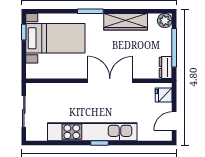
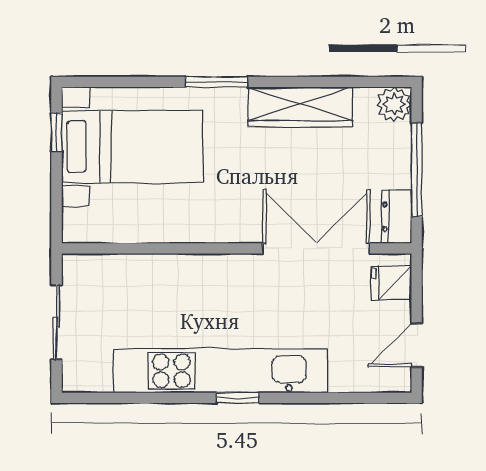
double door: (110, 81) -> (316, 248), moved

